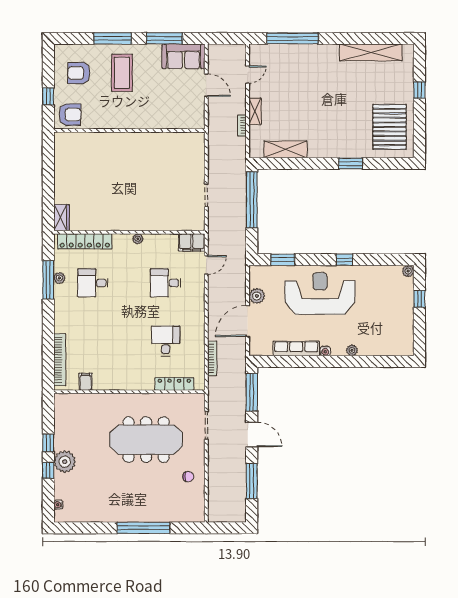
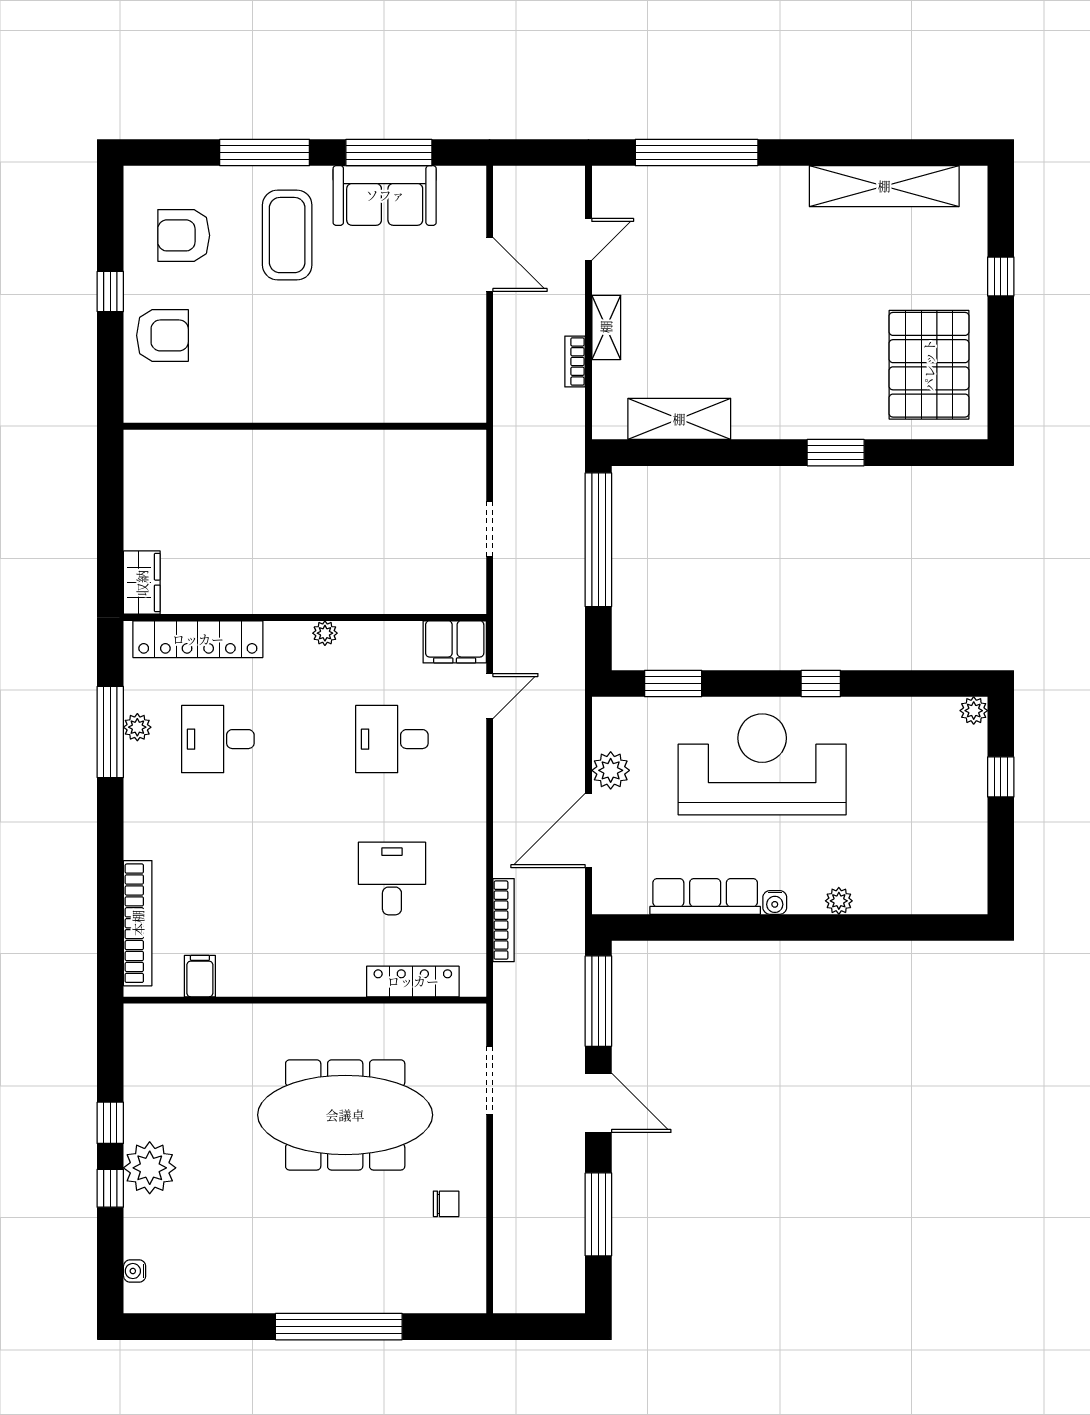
sofa: (183, 56) -> (385, 195), moved
wall: (129, 130) -> (305, 426), moved

